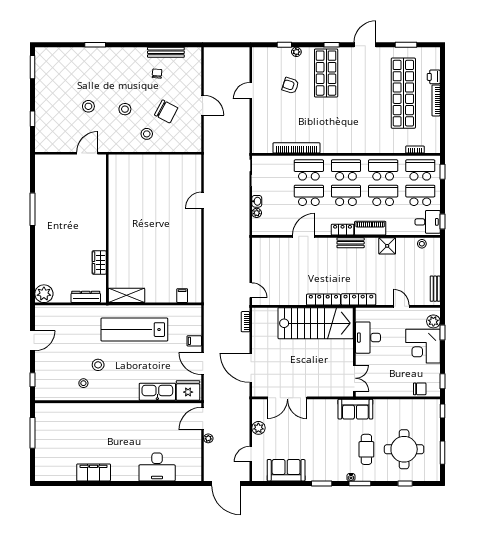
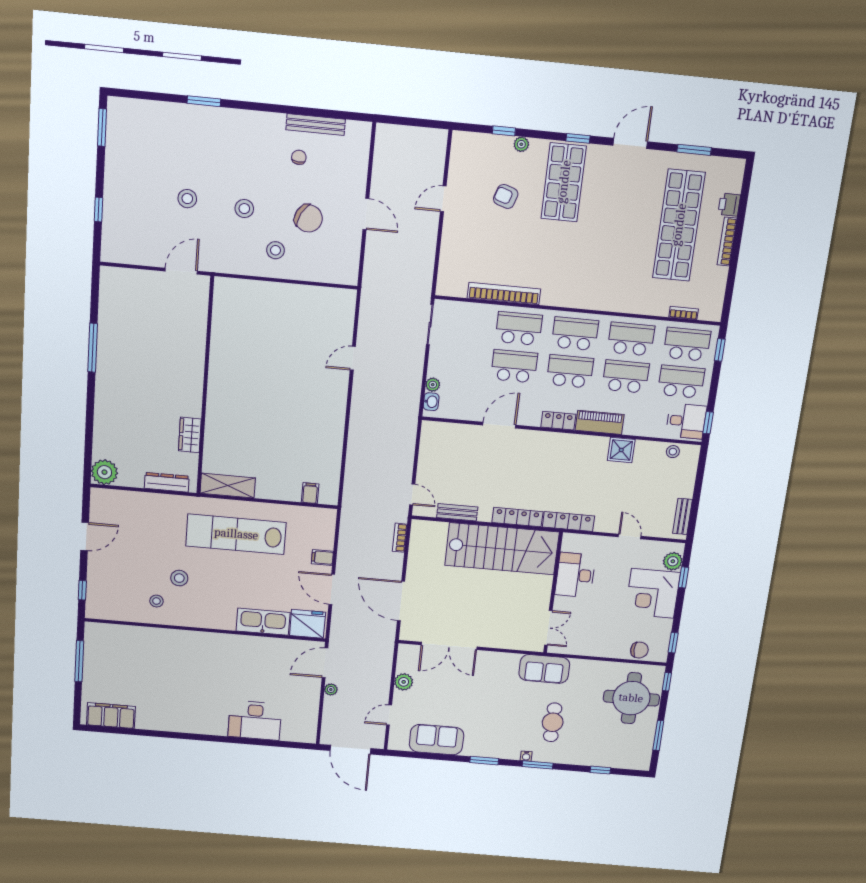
washbasin: (257, 201) -> (431, 402), moved
bench: (351, 243) -> (457, 512), moved
round table: (404, 449) -> (631, 698), moved
filing cabinet: (94, 472) -> (111, 716), moved

